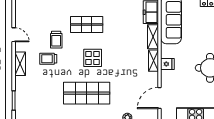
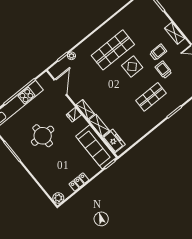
display table: (93, 58) -> (132, 67), moved

